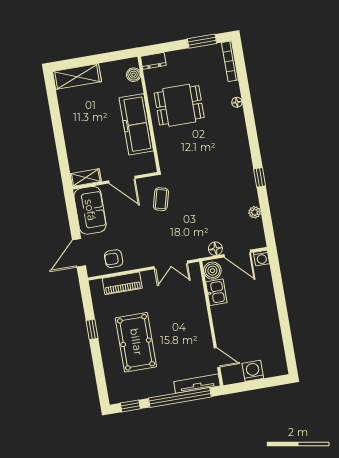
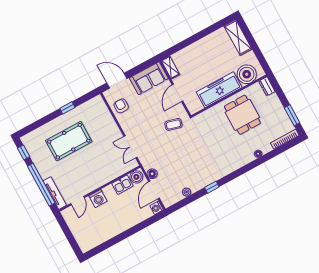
boiler: (134, 75) -> (247, 74), width x1.86, depth x1.86
piano: (122, 283) -> (106, 118), removed
washing machine: (253, 371) -> (98, 199), moved, turned 90

